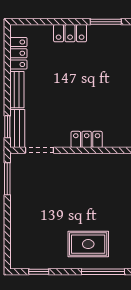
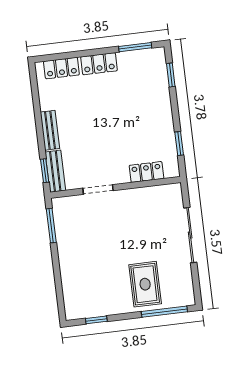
locker: (18, 53) -> (61, 68), moved, turned 90
locker: (87, 139) -> (146, 172), moved
doorway: (40, 150) -> (98, 189), moved
rug: (88, 244) -> (145, 284), turned 90

